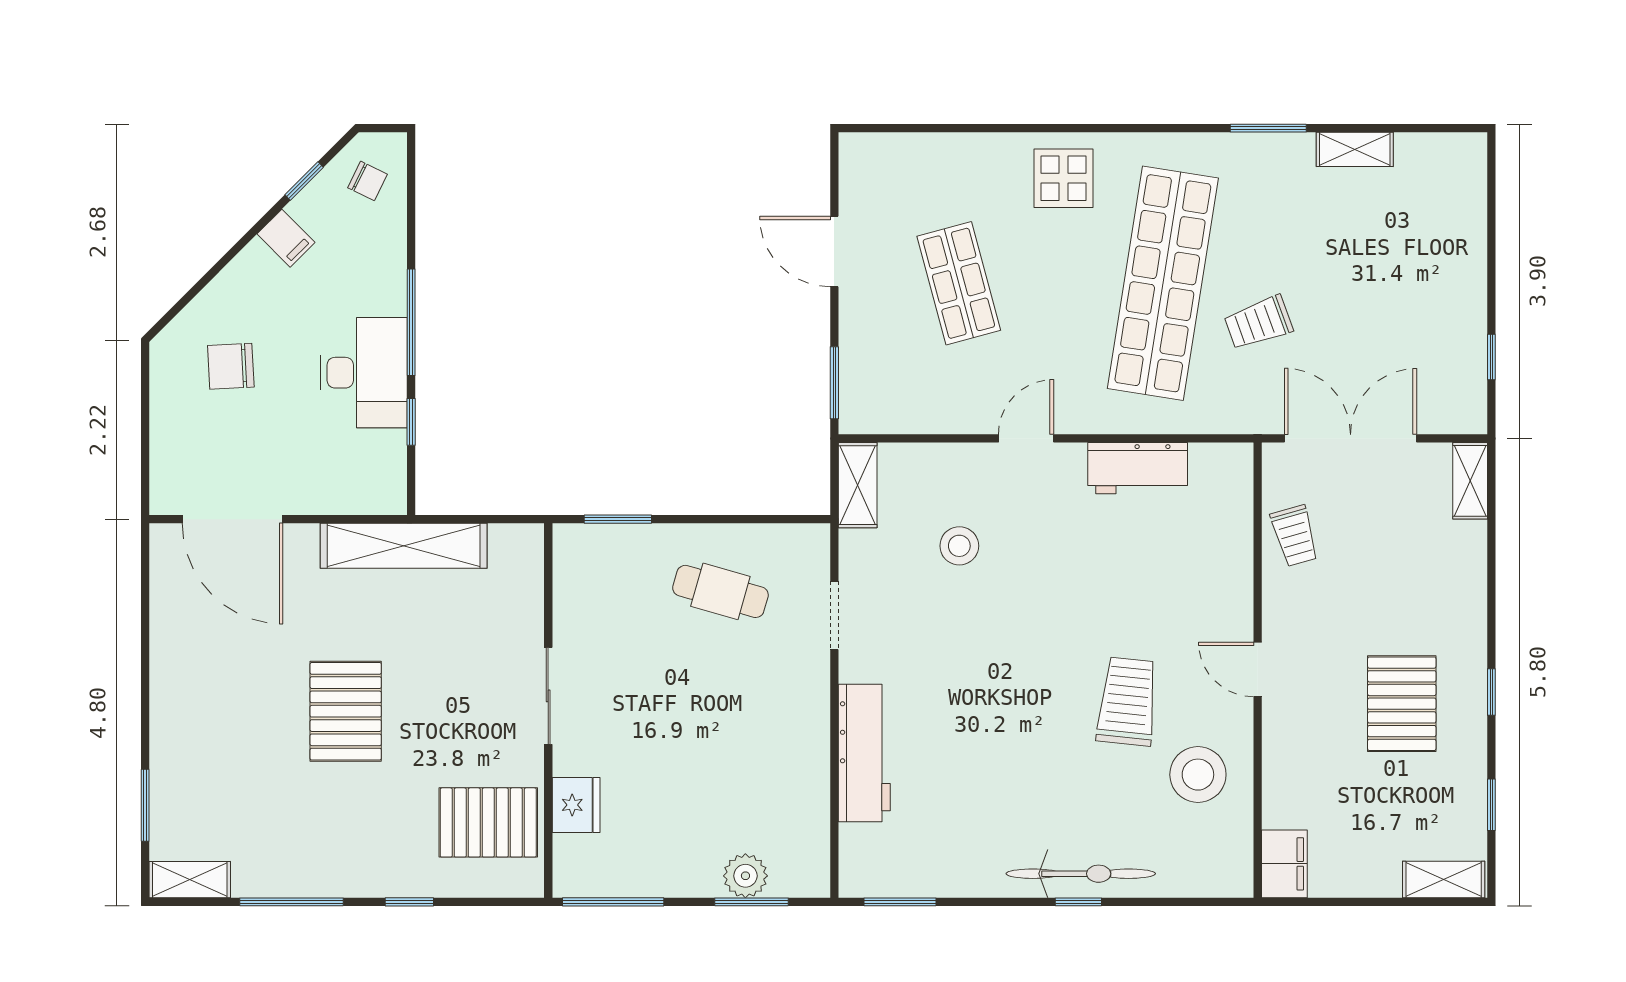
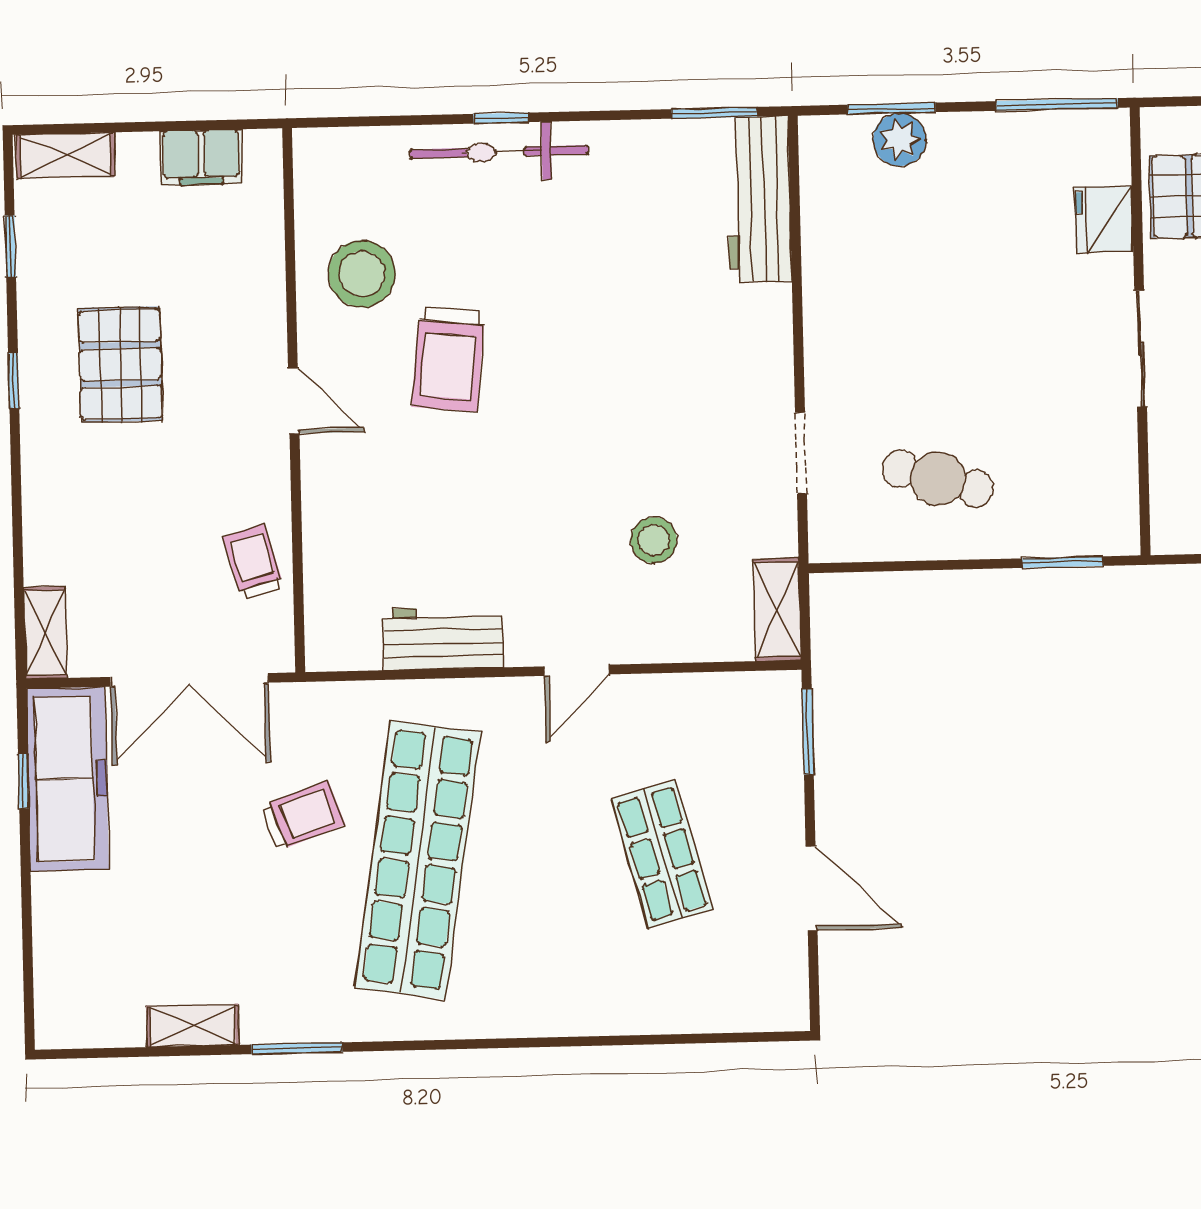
display table: (1063, 178) -> (540, 982), removed
freezer: (1455, 358) -> (67, 779), added
workbench: (864, 753) -> (759, 199), moved
filing cabinet: (1284, 864) -> (201, 157), moved, turned -90

